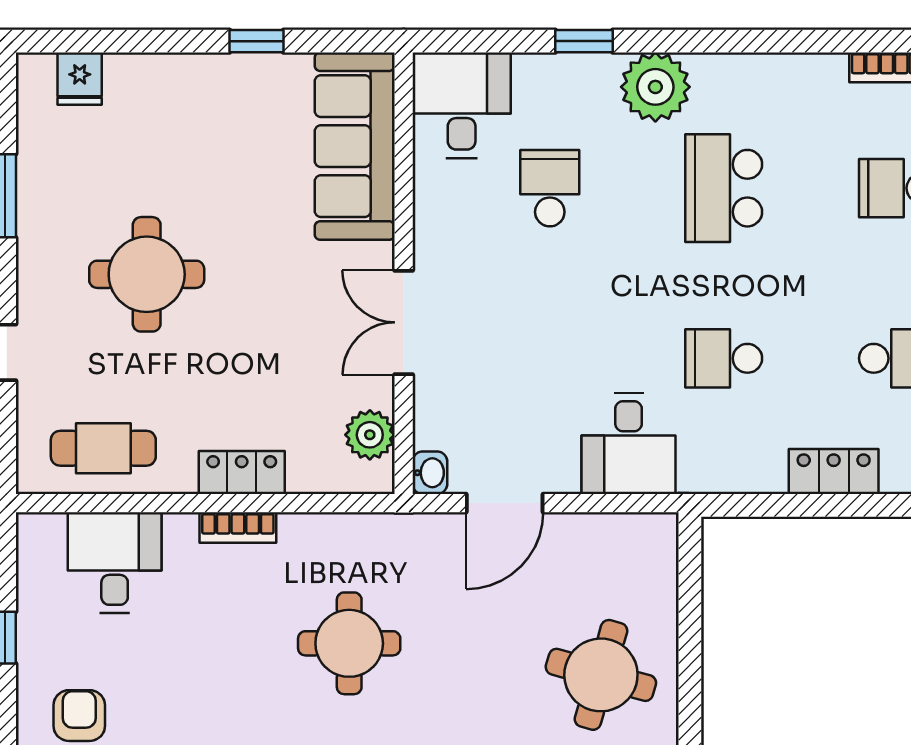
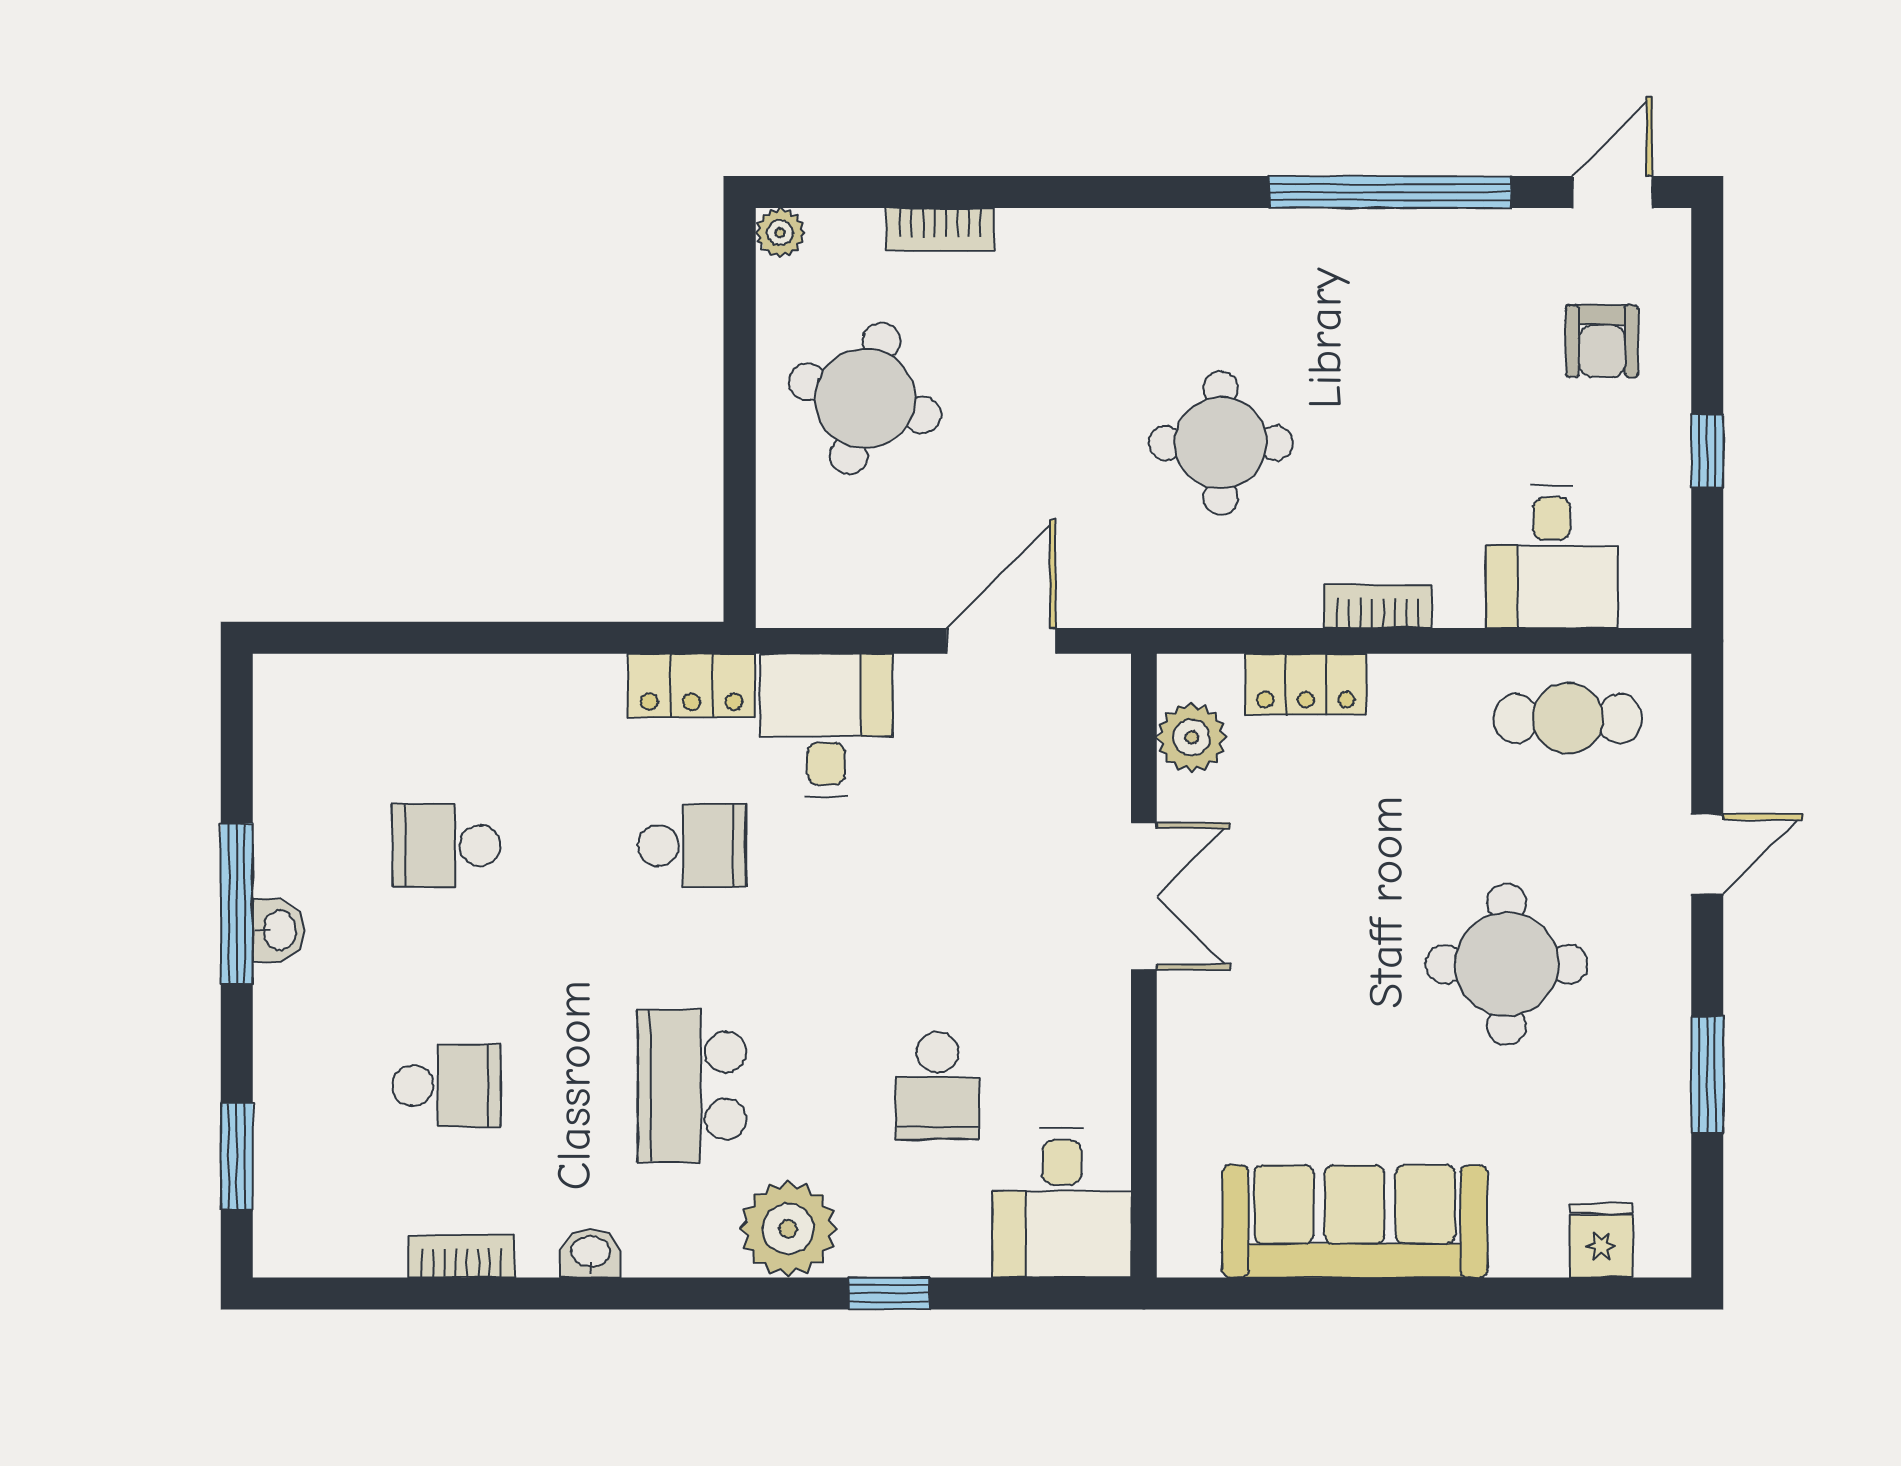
window: (256, 41) -> (1352, 1293), removed
sofa: (355, 146) -> (1355, 1221), moved, turned -90
school desk: (724, 188) -> (692, 1086), turned 180
locker: (834, 471) -> (691, 686), moved
locker: (242, 472) -> (1306, 684), moved
washbasin: (430, 473) -> (590, 1253), moved, turned 90

